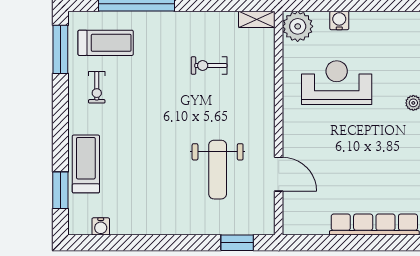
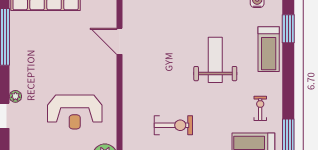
exercise bike: (209, 66) -> (173, 125), width x1.38, depth x1.39
weight bench: (218, 170) -> (215, 60), moved

